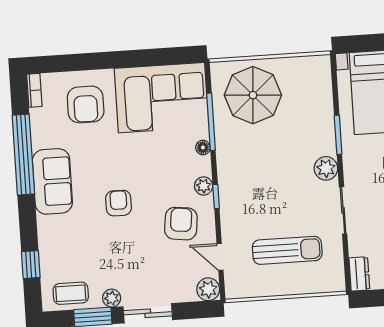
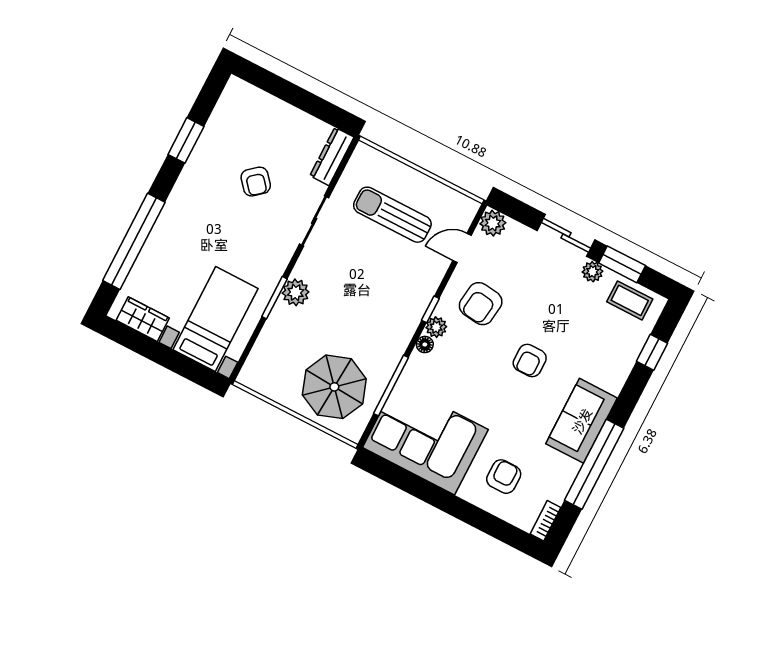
armchair: (86, 104) -> (504, 477), width x0.72, depth x0.72
floor lamp: (203, 148) -> (425, 344), moved
plant: (326, 168) -> (296, 292), moved
door: (220, 257) -> (462, 248), swing flipped
dresser: (359, 274) -> (332, 156), width x1.44

